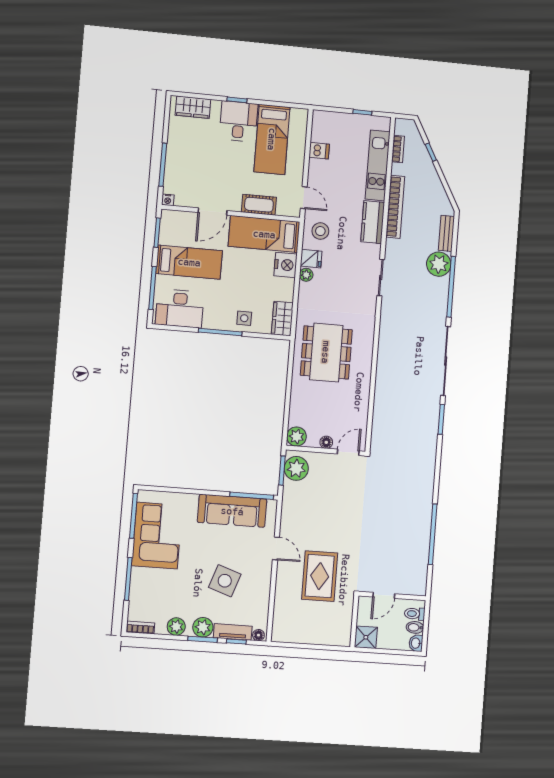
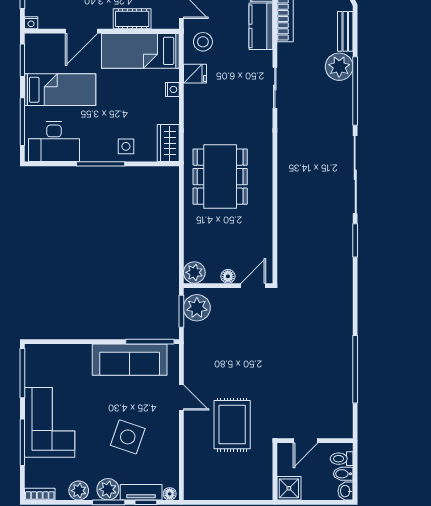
nightstand: (286, 265) -> (172, 89), width x0.53, depth x0.56
plant: (306, 275) -> (191, 92), removed
corner sofa: (157, 536) -> (50, 422), moved

